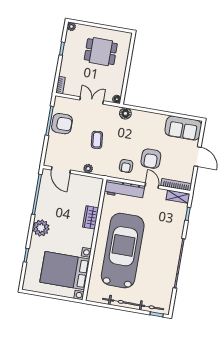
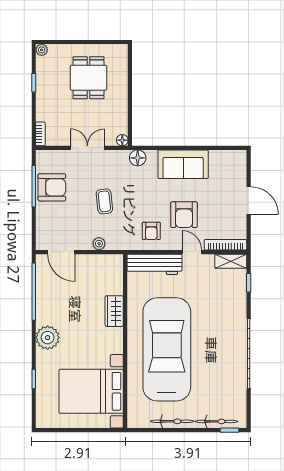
dining table: (101, 52) -> (88, 78), turned 90
sofa: (183, 128) -> (183, 164), moved

